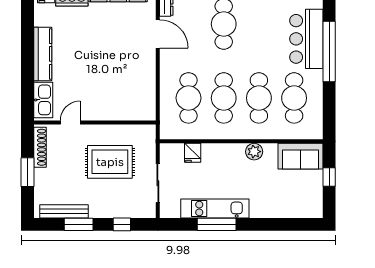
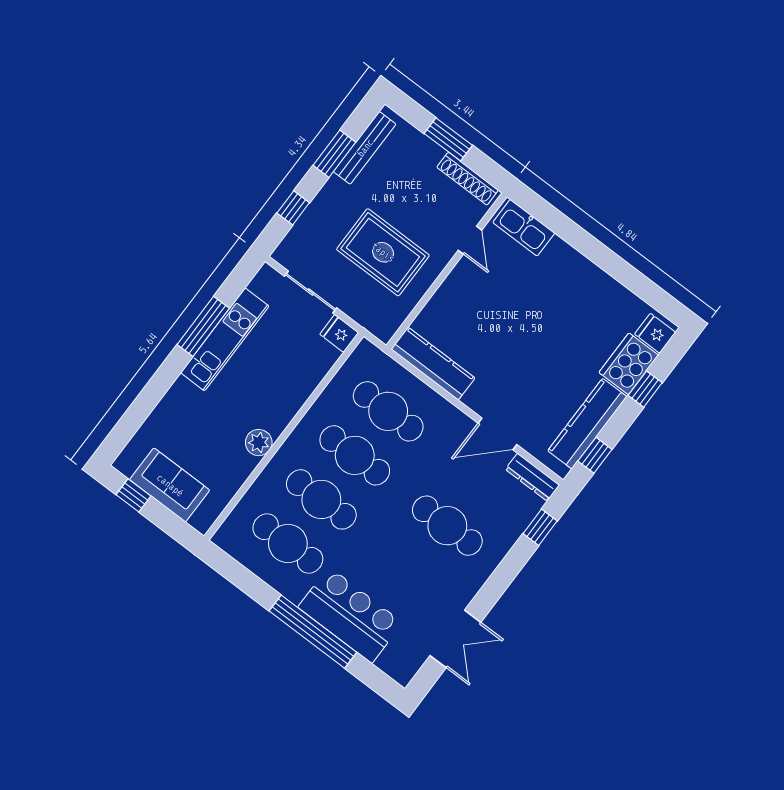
kitchen counter: (43, 54) -> (433, 364), moved, turned 180
fridge: (193, 153) -> (339, 333), moved
sofa: (300, 156) -> (170, 485), moved, turned 90
rug: (110, 162) -> (383, 252), turned 90
window: (329, 177) -> (133, 495), moved

